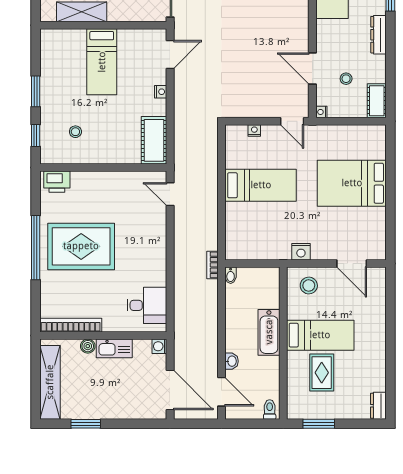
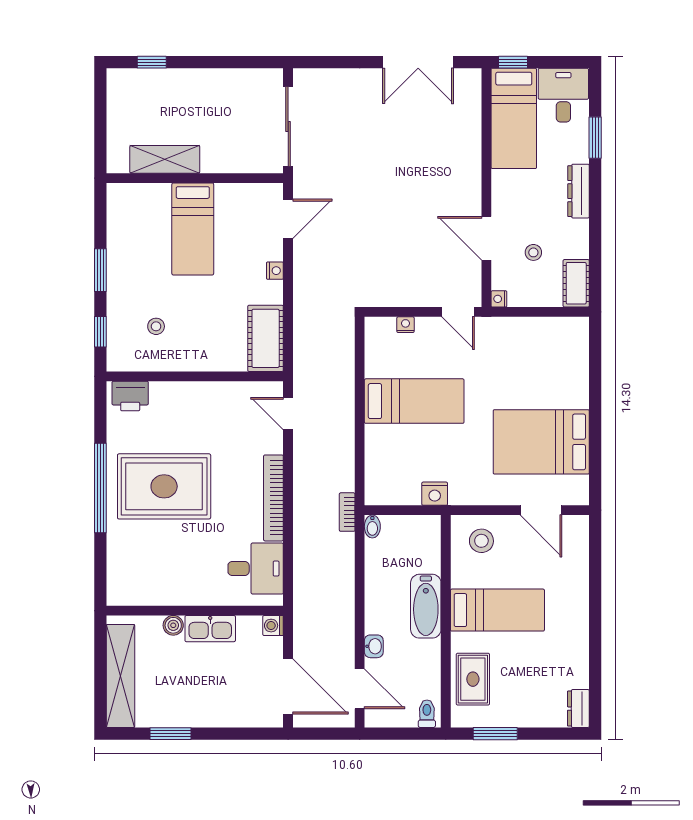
bed: (352, 183) -> (541, 442), moved
nightstand: (301, 252) -> (435, 494), moved
bookcase: (71, 325) -> (273, 498), moved, turned -90
rug: (322, 373) -> (473, 679), moved

